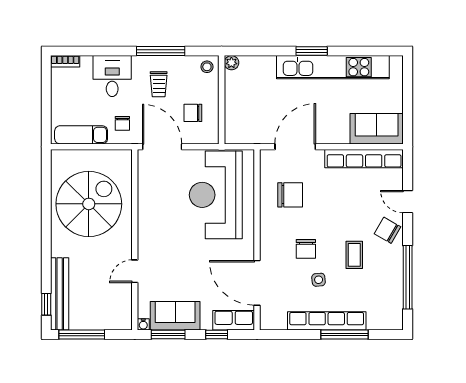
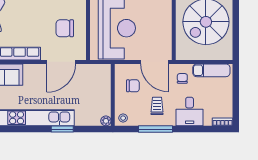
window: (312, 51) -> (62, 129), moved

